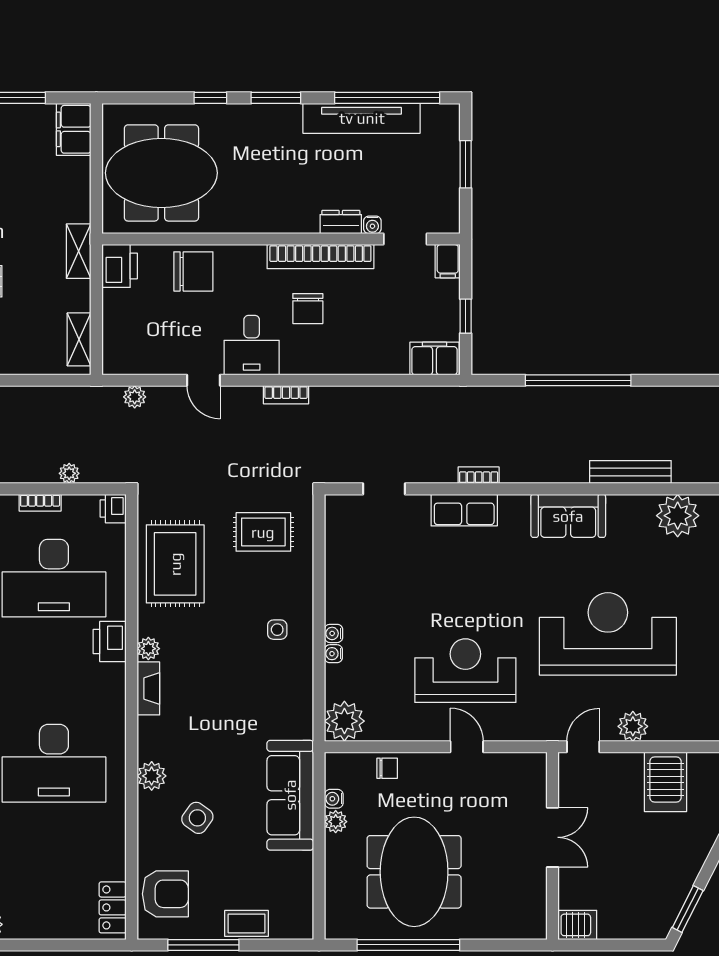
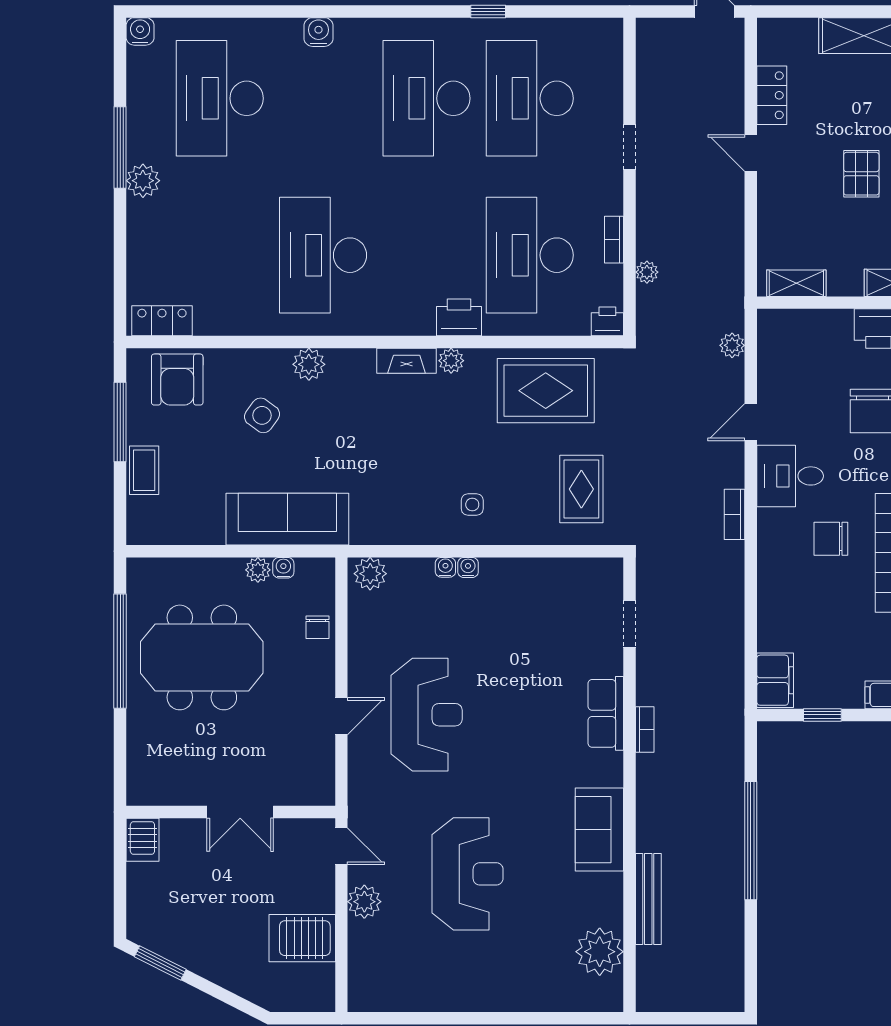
reception desk: (608, 634) -> (468, 874), width x0.74, depth x0.77
plant: (344, 721) -> (370, 574), width x0.73, depth x0.73

